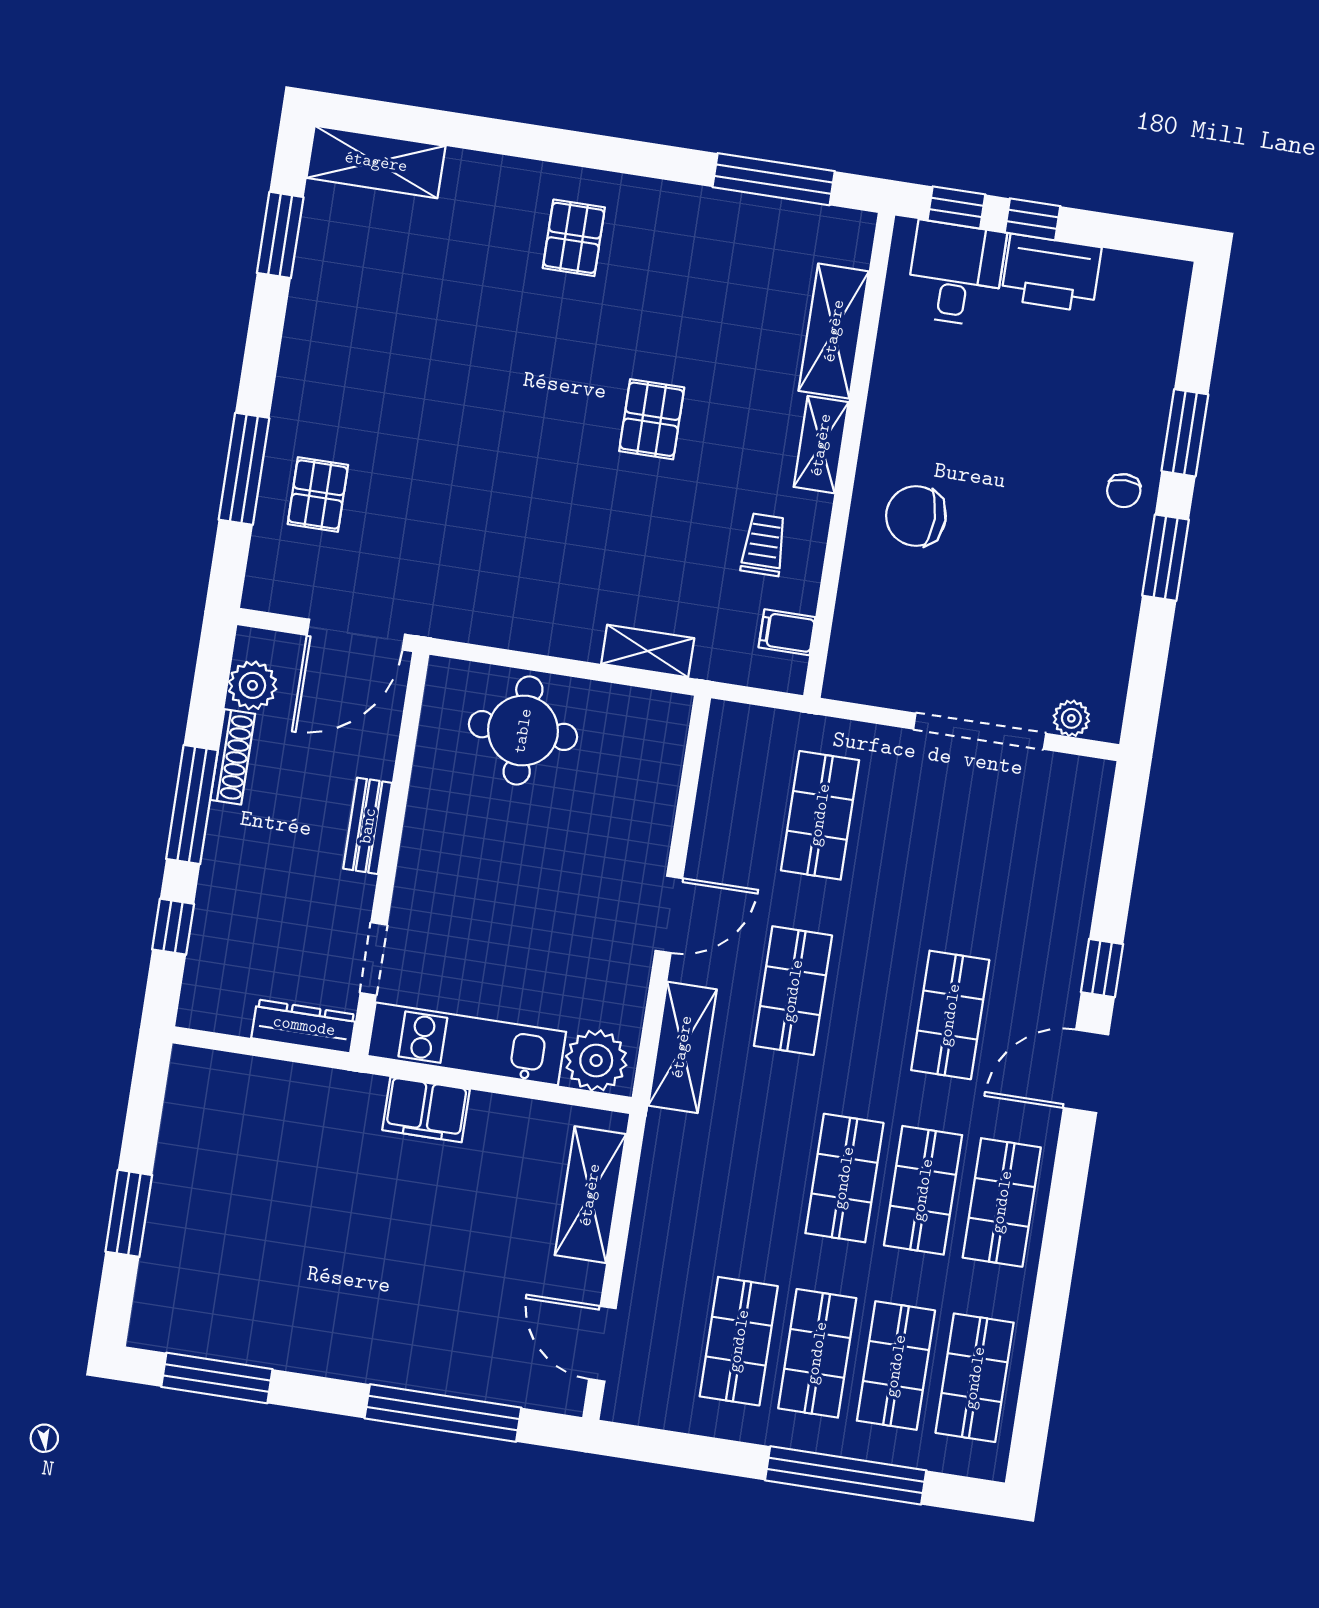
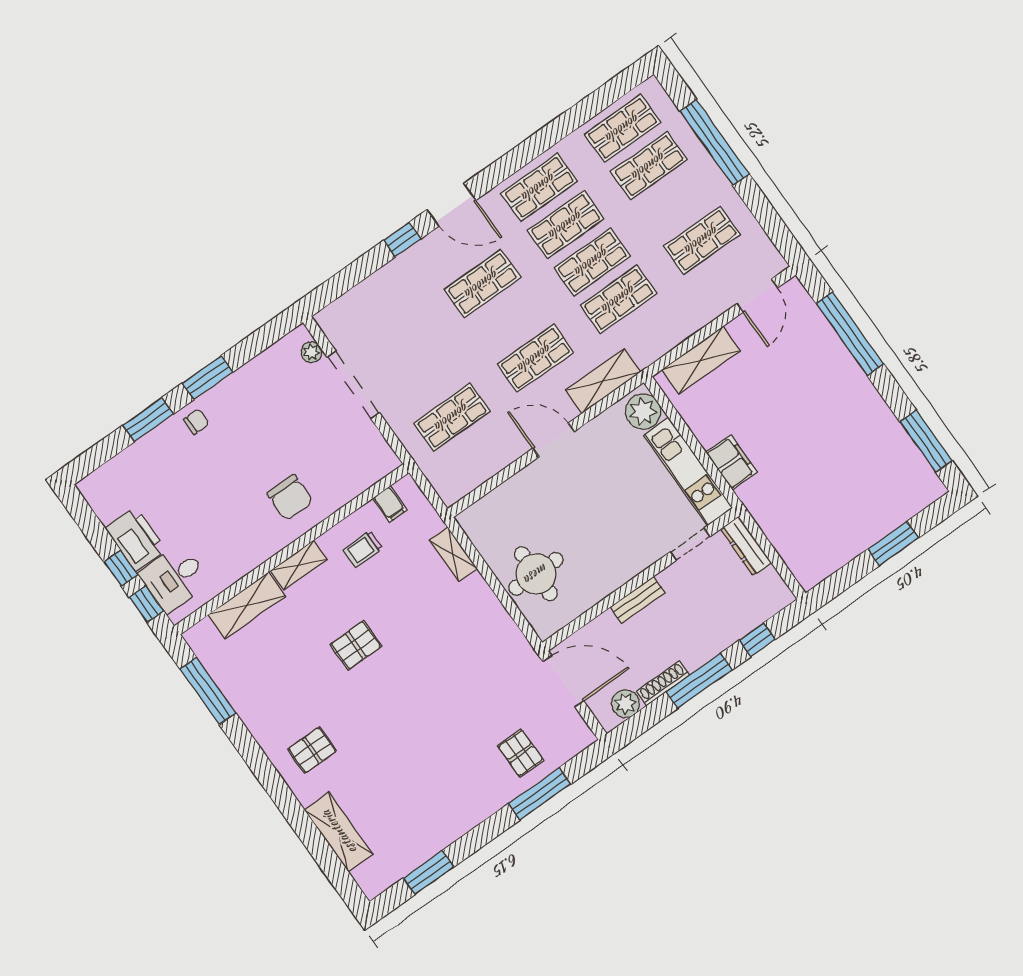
shelving: (376, 162) -> (339, 832), moved
pallet: (318, 494) -> (521, 753), turned 90
shop shelf: (817, 1353) -> (619, 299), moved

